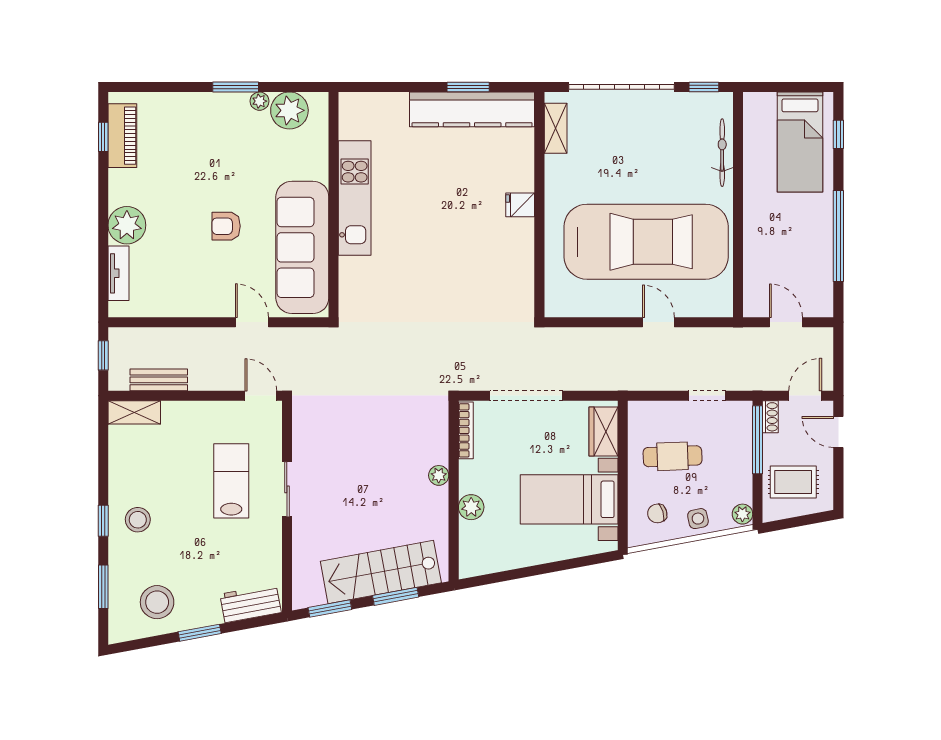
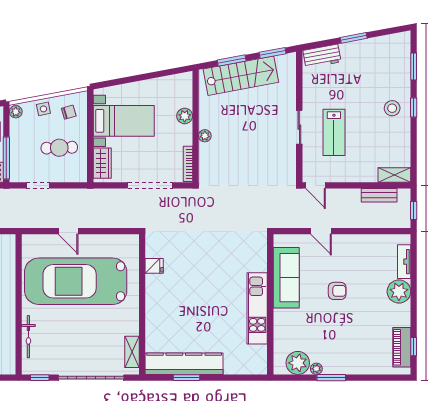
fridge: (520, 205) -> (154, 266), moved
sofa: (302, 247) -> (286, 278), width x0.74, depth x0.79
stool: (157, 602) -> (380, 57), removed

